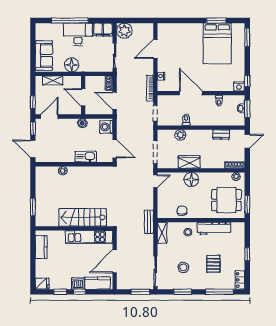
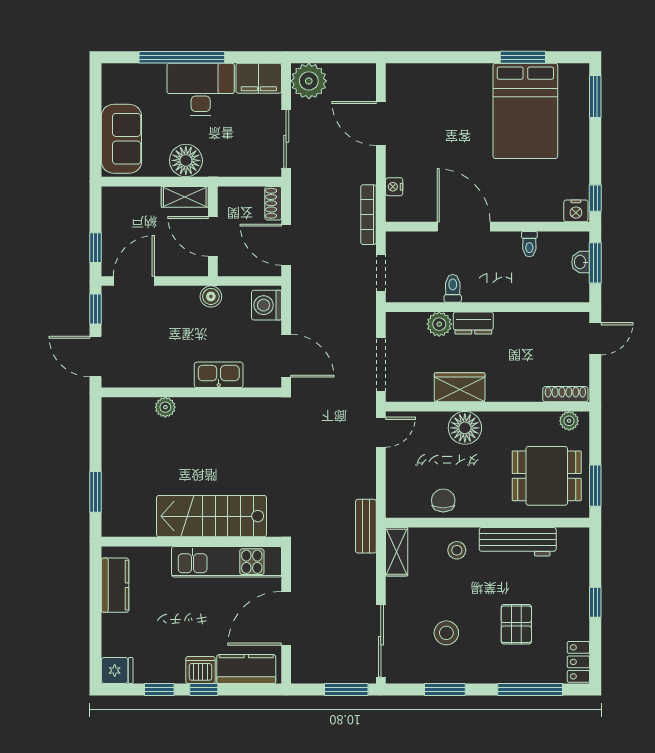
door: (155, 49) -> (381, 124), hinge flipped
shelving: (53, 80) -> (185, 197), moved
dresser: (221, 135) -> (473, 323), moved

